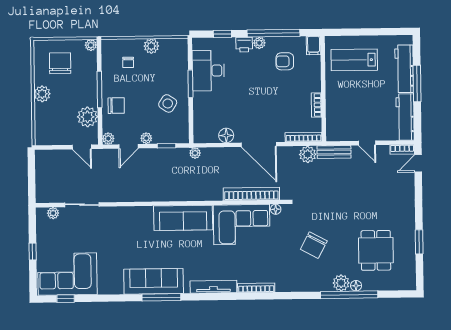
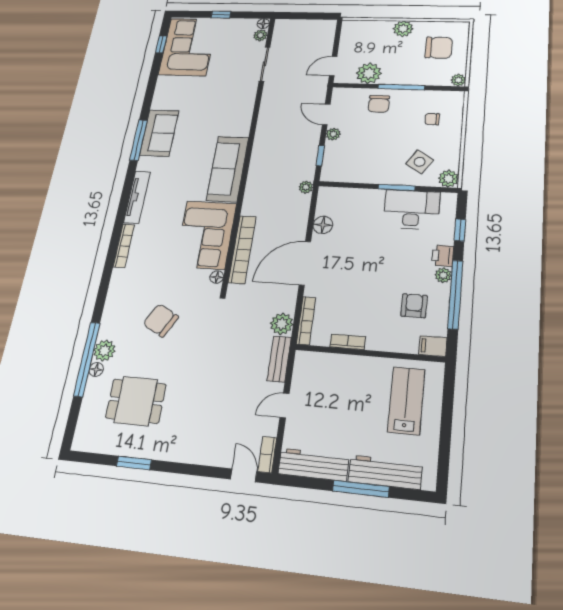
plant: (151, 46) -> (448, 179), moved
side table: (168, 103) -> (420, 162), moved
plant: (108, 139) -> (339, 94), removed
floor lamp: (41, 213) -> (263, 24), added
sofa: (154, 281) -> (159, 133), width x0.73

